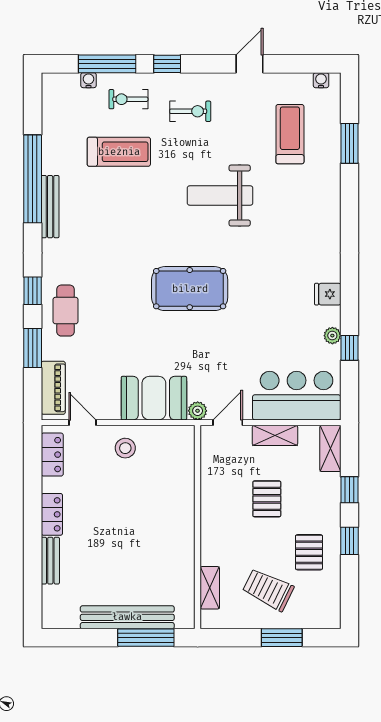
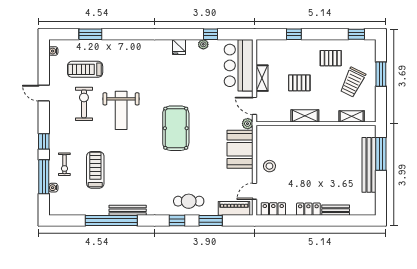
exercise bike: (190, 111) -> (84, 104), moved, width x1.38, depth x1.39
shelving: (330, 448) -> (305, 116), moved
window: (350, 541) -> (356, 34), moved

